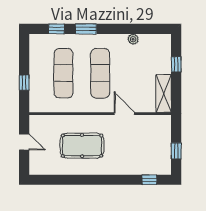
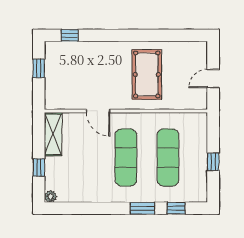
plant: (133, 39) -> (51, 196), moved
window: (24, 83) -> (213, 162), moved
door: (24, 142) -> (213, 79), hinge flipped
pool table: (82, 146) -> (147, 74), turned 90

